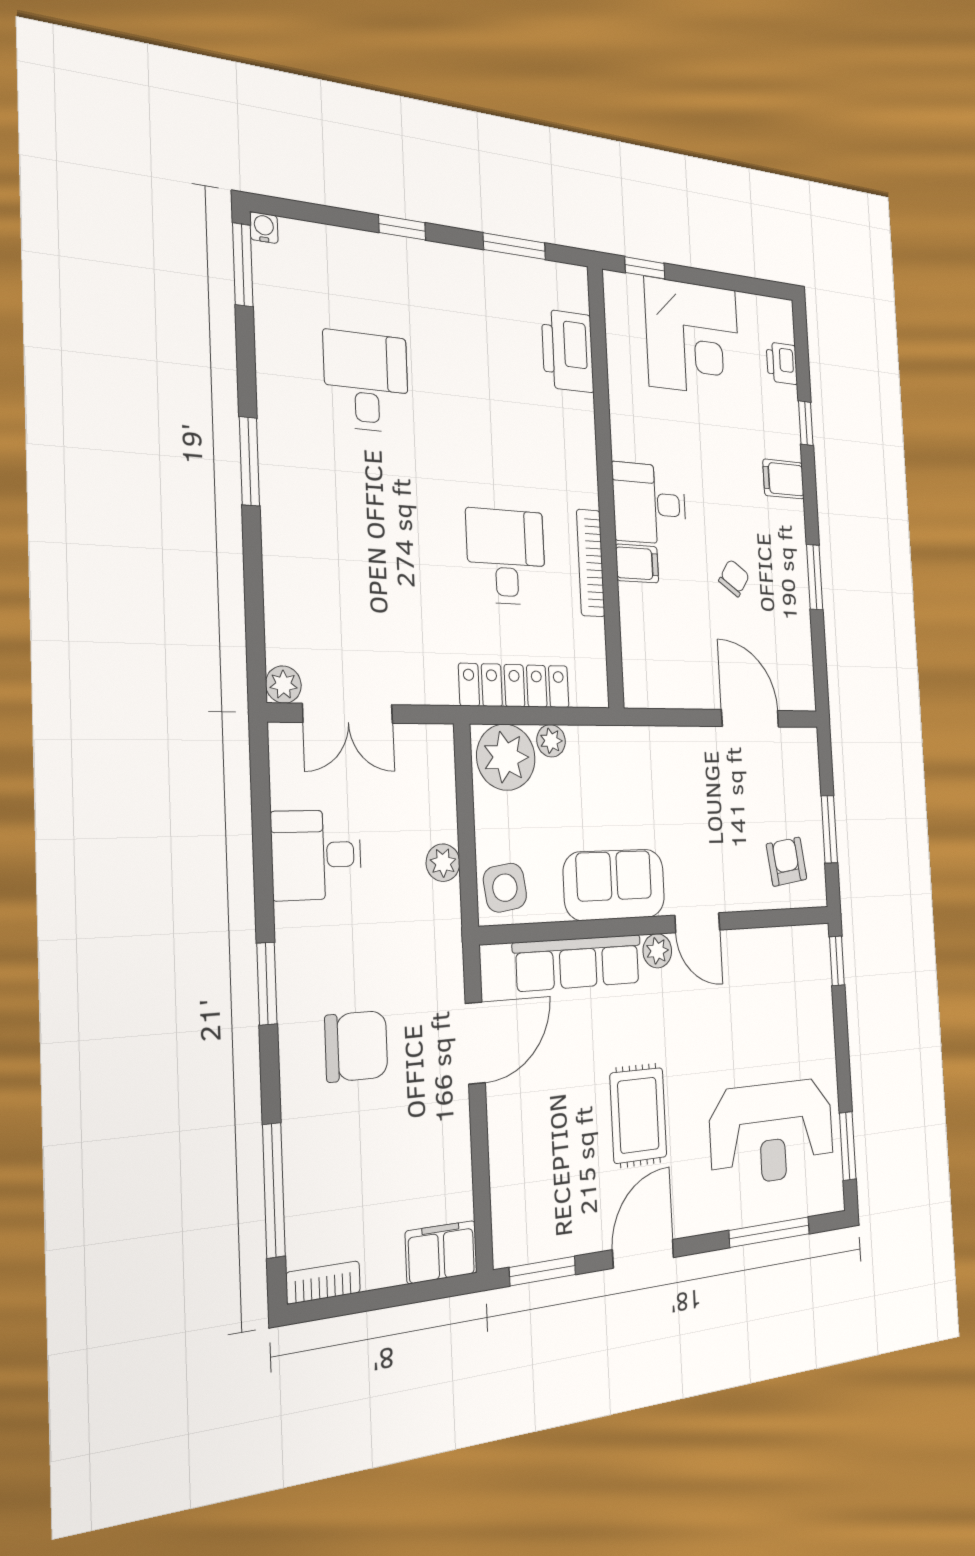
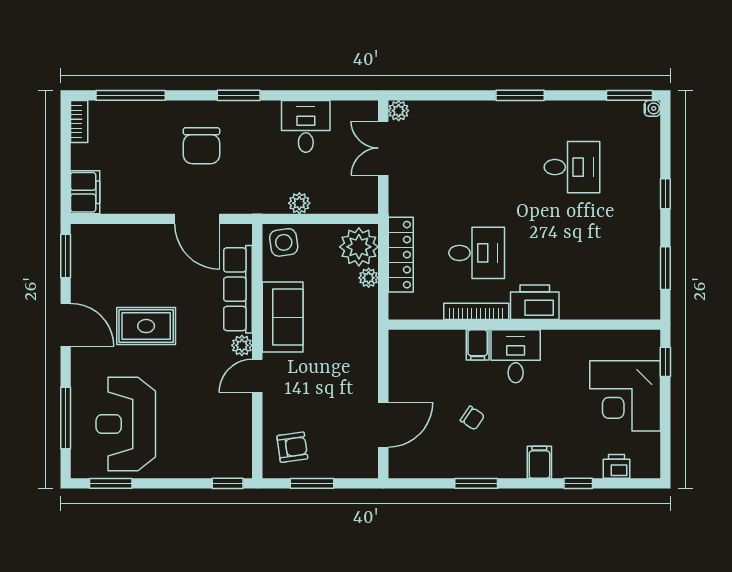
printer: (568, 351) -> (535, 302), moved

